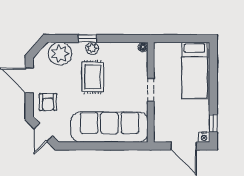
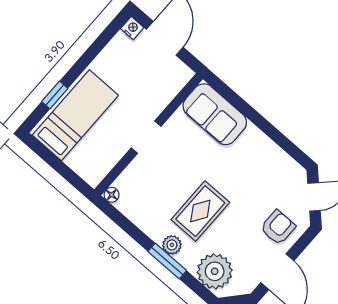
window: (88, 38) -> (167, 261), width x1.50
window: (213, 123) -> (55, 95), moved
sofa: (109, 127) -> (215, 114), width x0.54, depth x0.79

